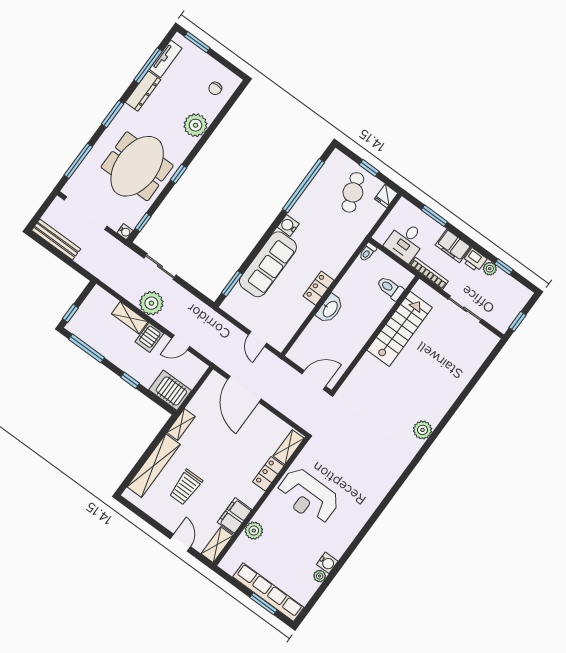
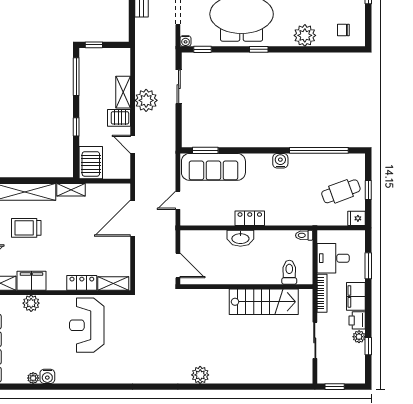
sofa: (268, 264) -> (213, 167), moved

